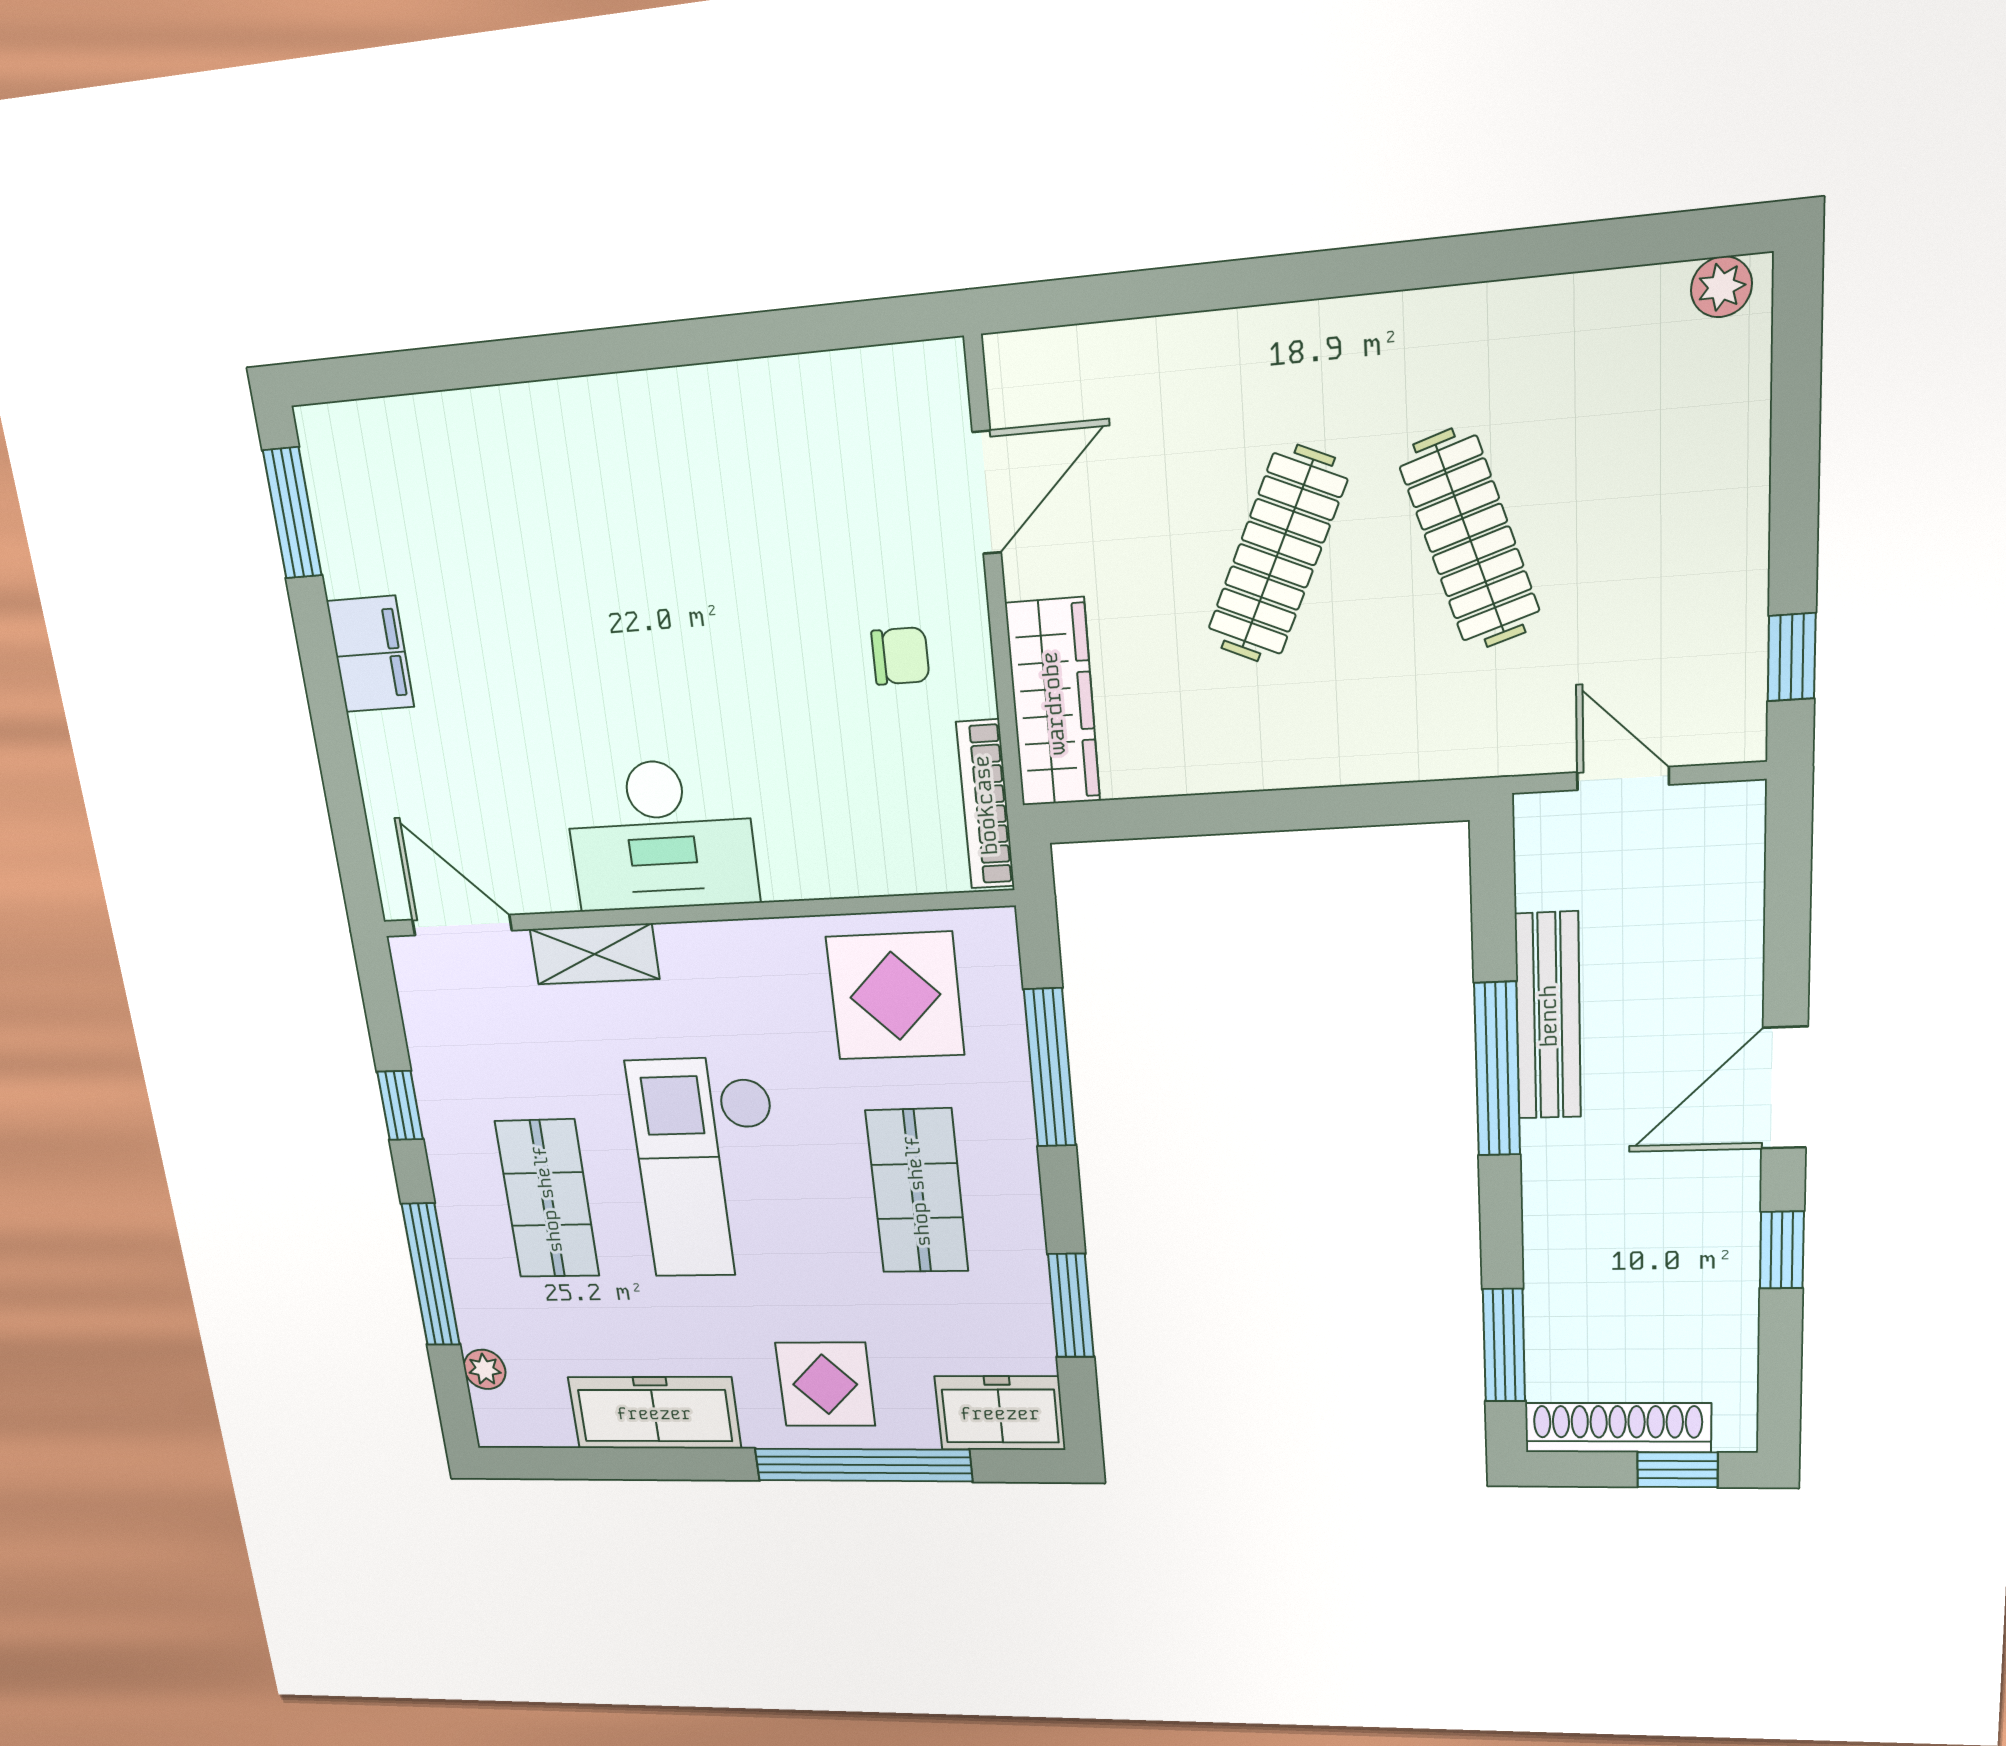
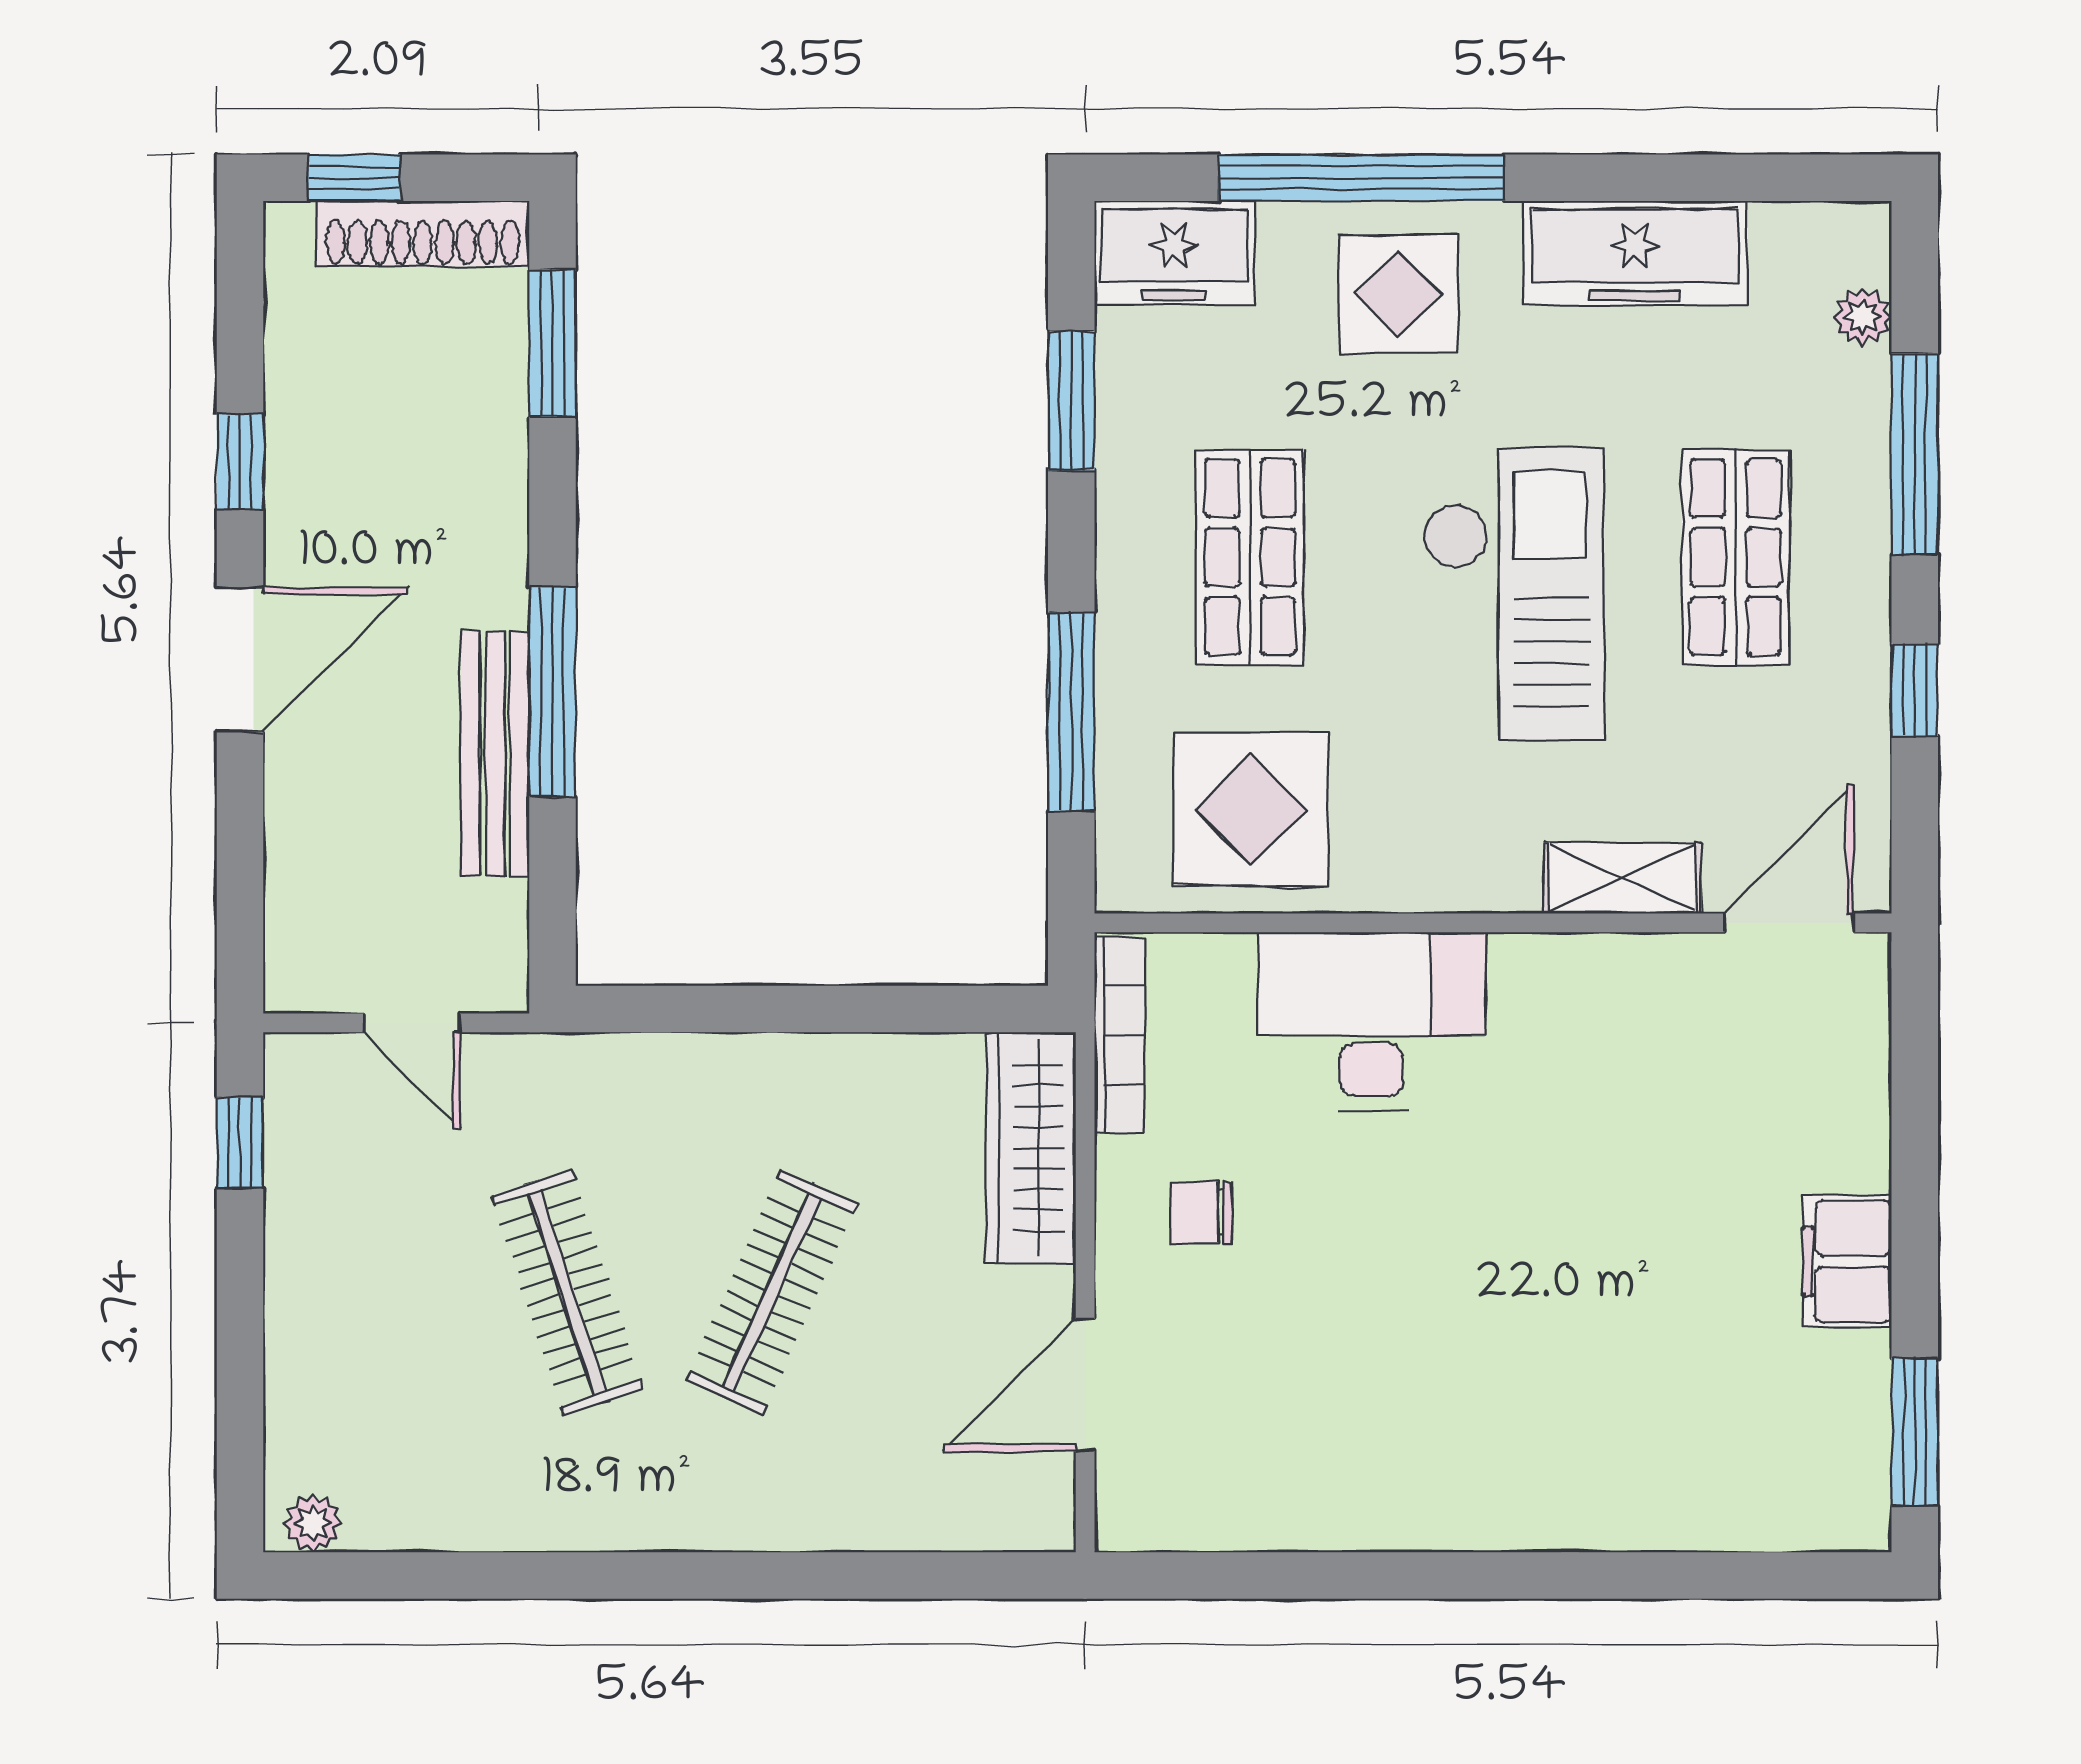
desk: (661, 835) -> (1372, 1021), moved
door: (462, 925) -> (1789, 923), swing flipped

